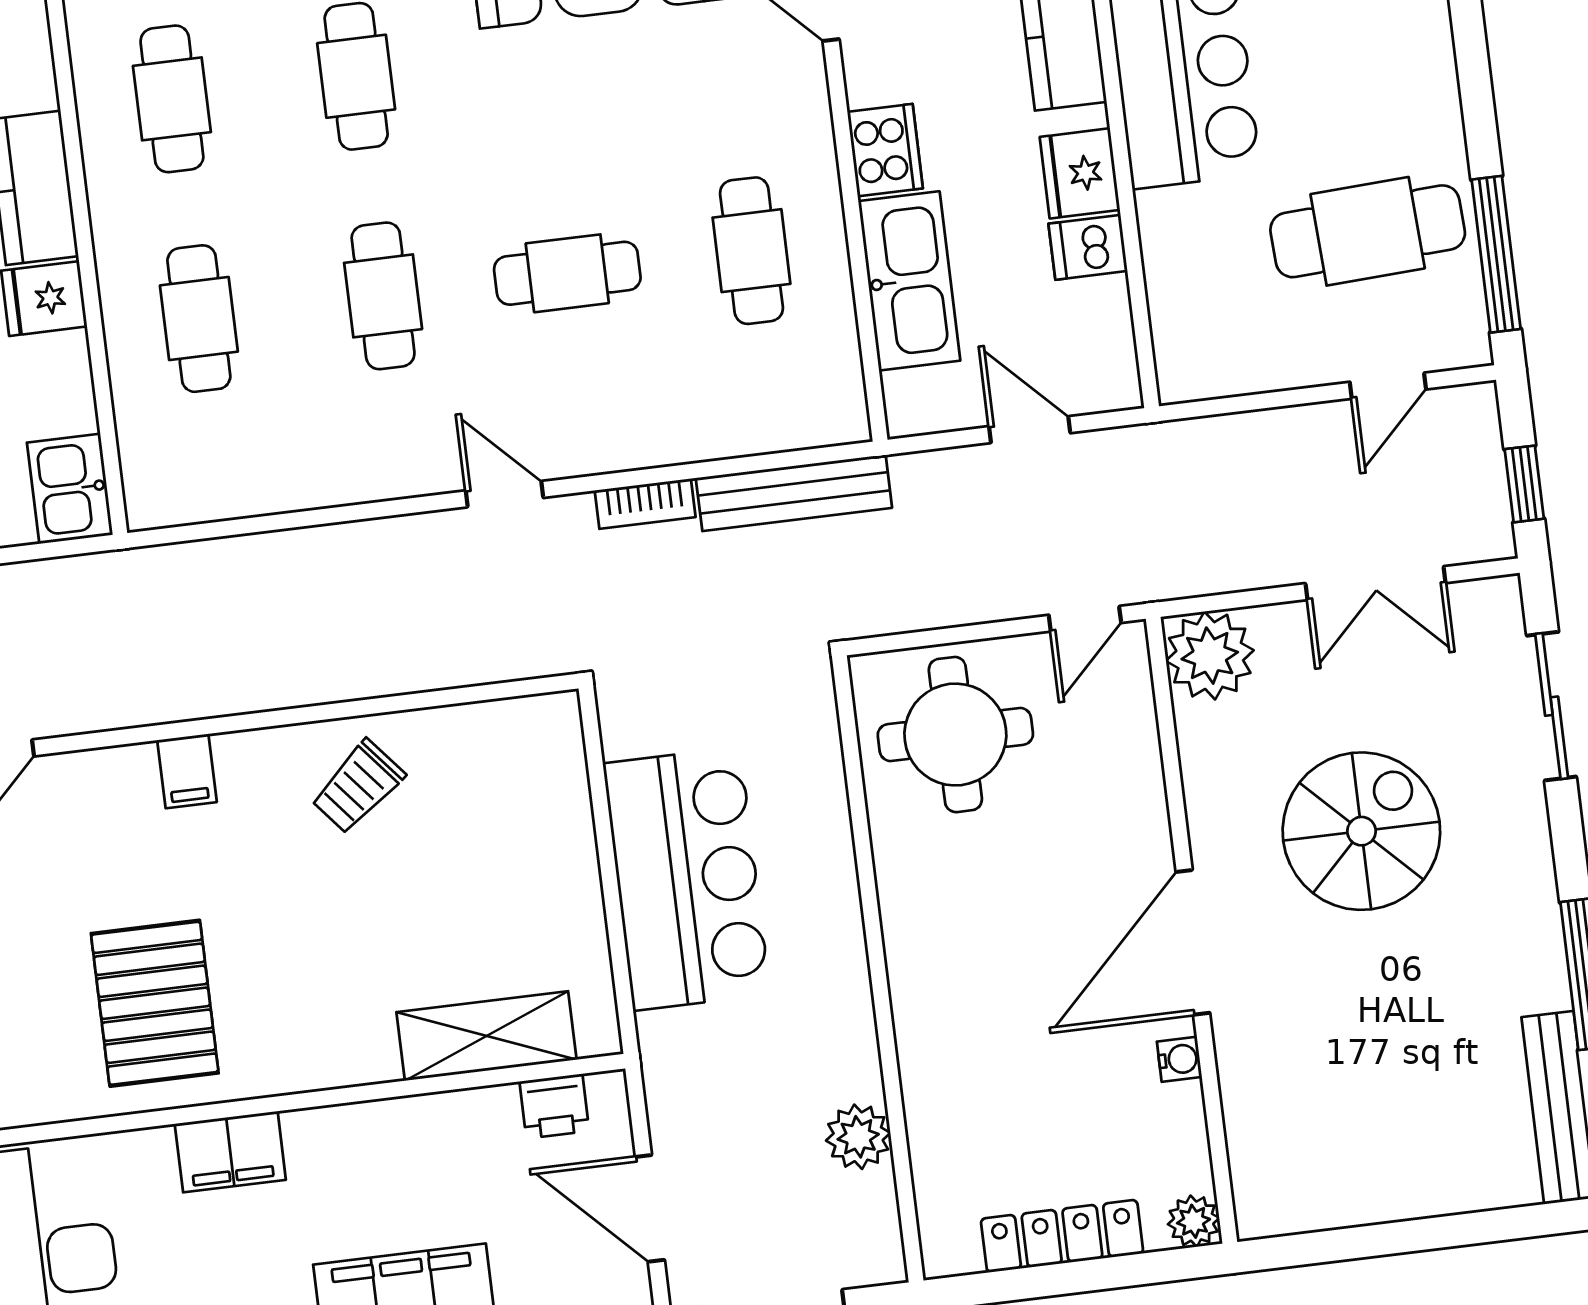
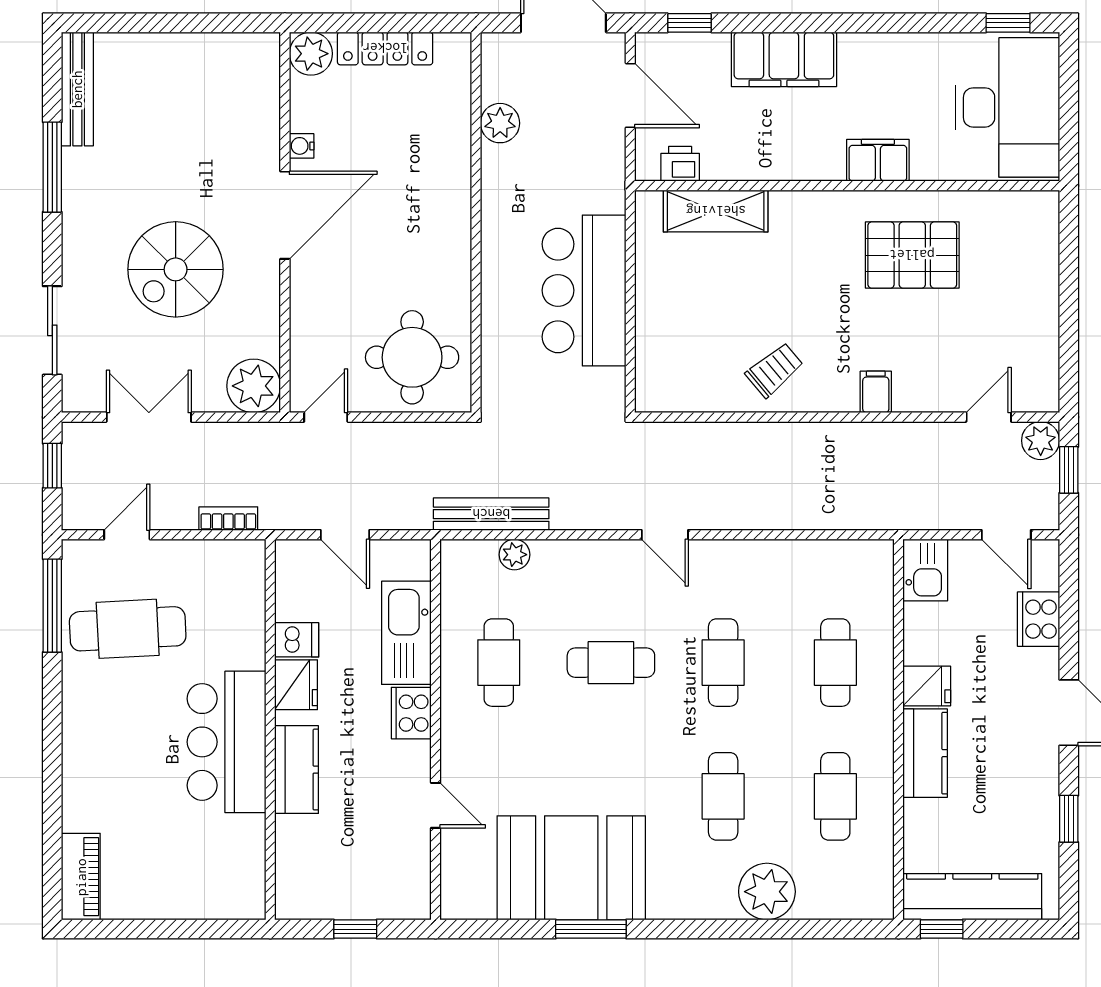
plant: (748, 431) -> (514, 555), added
bookcase: (645, 504) -> (228, 519), moved
pallet: (155, 1003) -> (912, 255), turned 90
plant: (1194, 1221) -> (311, 54), width x1.38, depth x1.38

